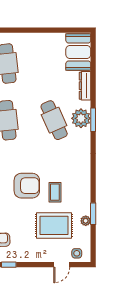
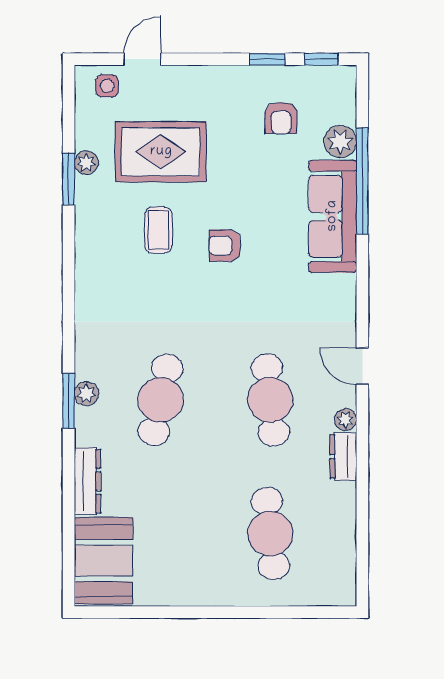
plant: (81, 118) -> (86, 394), width x0.53, depth x0.53
cafe table: (54, 120) -> (161, 400), turned 36
armchair: (27, 186) -> (225, 246), width x0.53, depth x0.53

